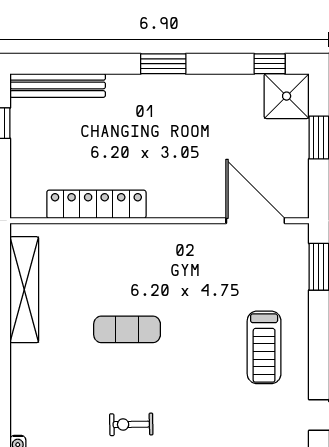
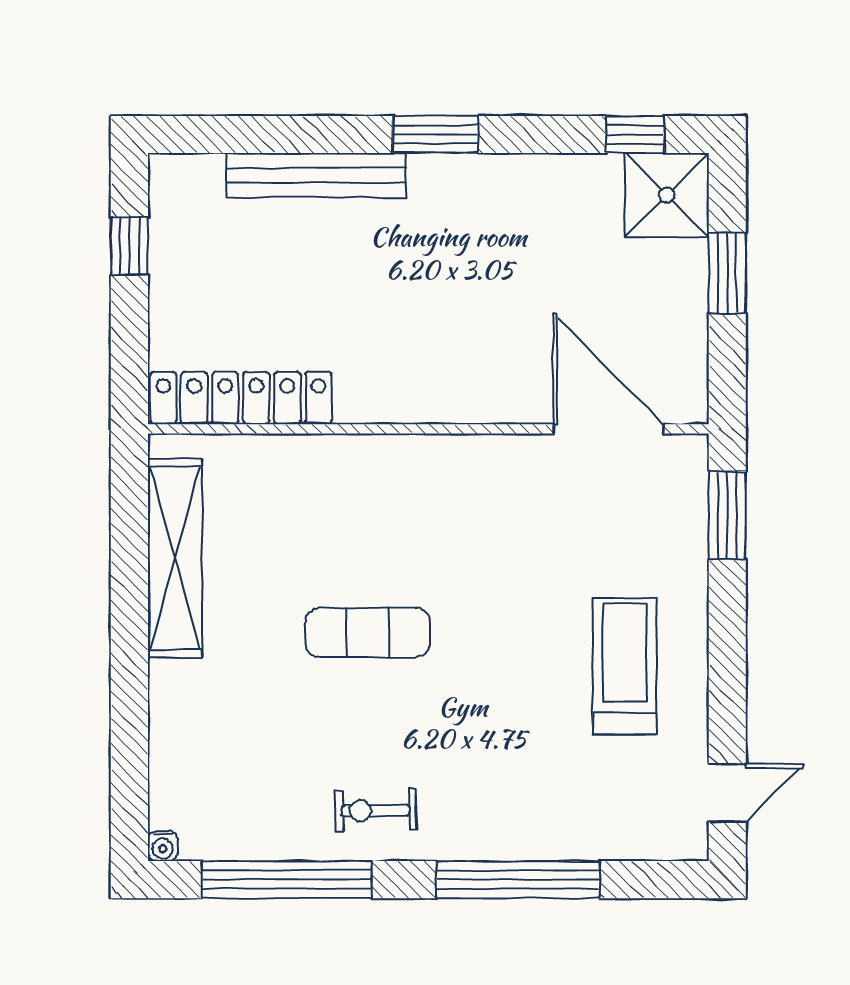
bench: (58, 85) -> (317, 175), moved
locker: (96, 204) -> (241, 398), moved
treadmill: (264, 347) -> (624, 666), turned 180

